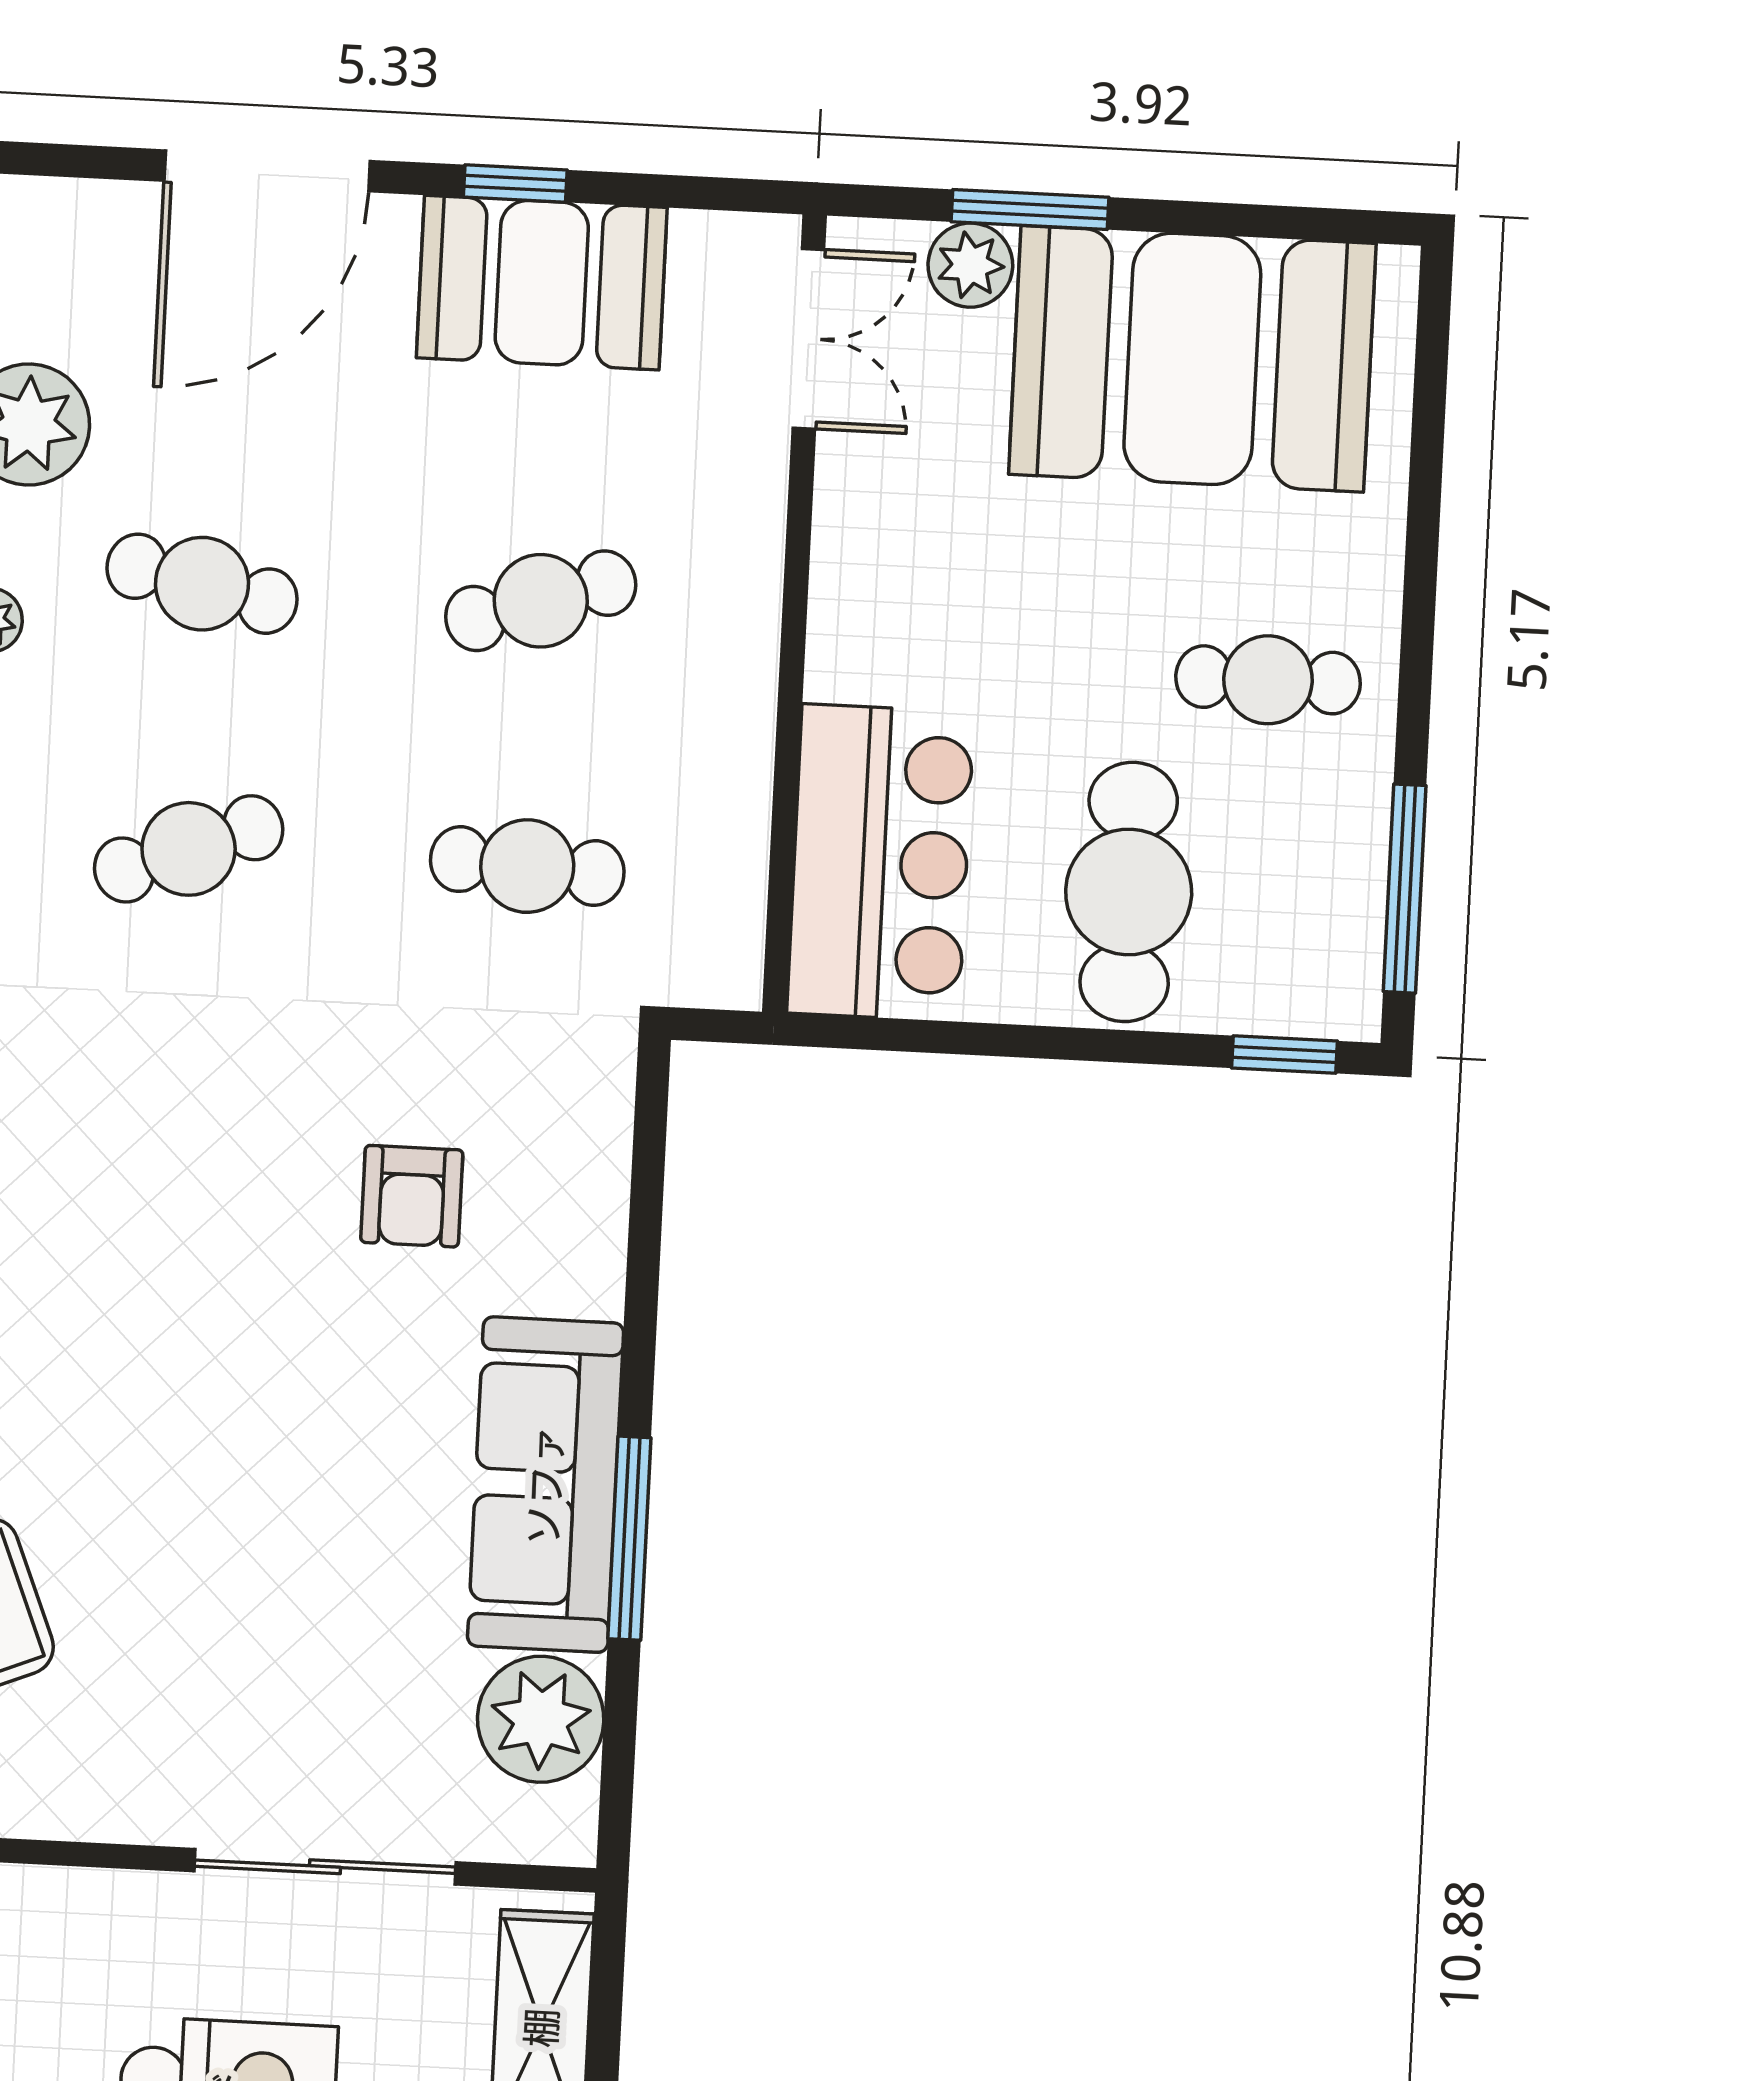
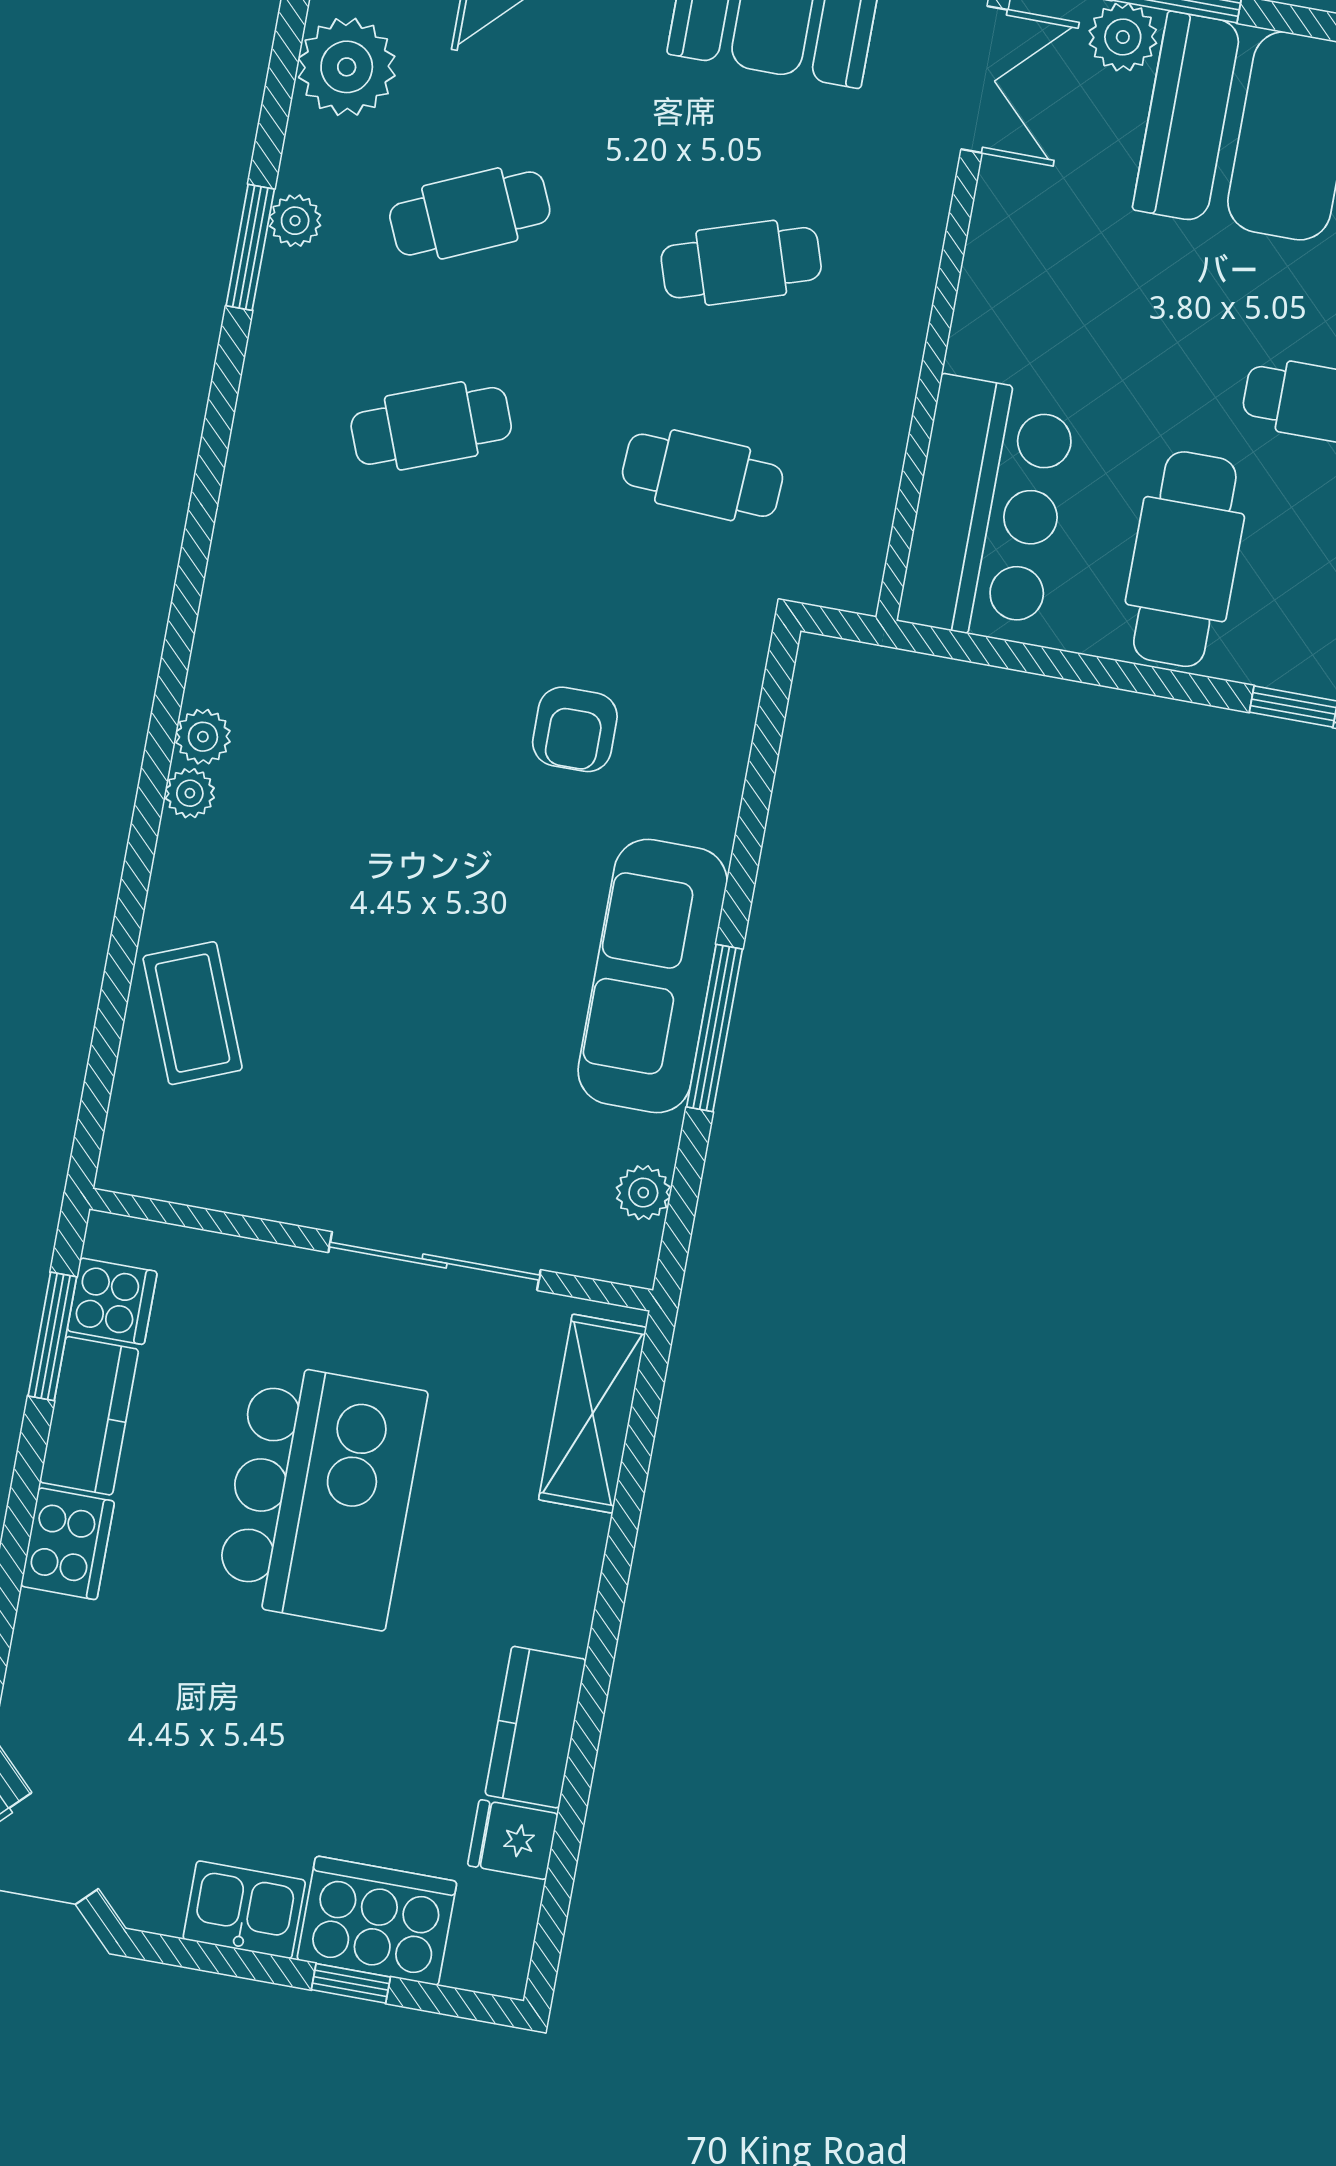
cafe table: (202, 584) -> (470, 213), turned -36
plant: (541, 1719) -> (643, 1193), width x0.53, depth x0.53

